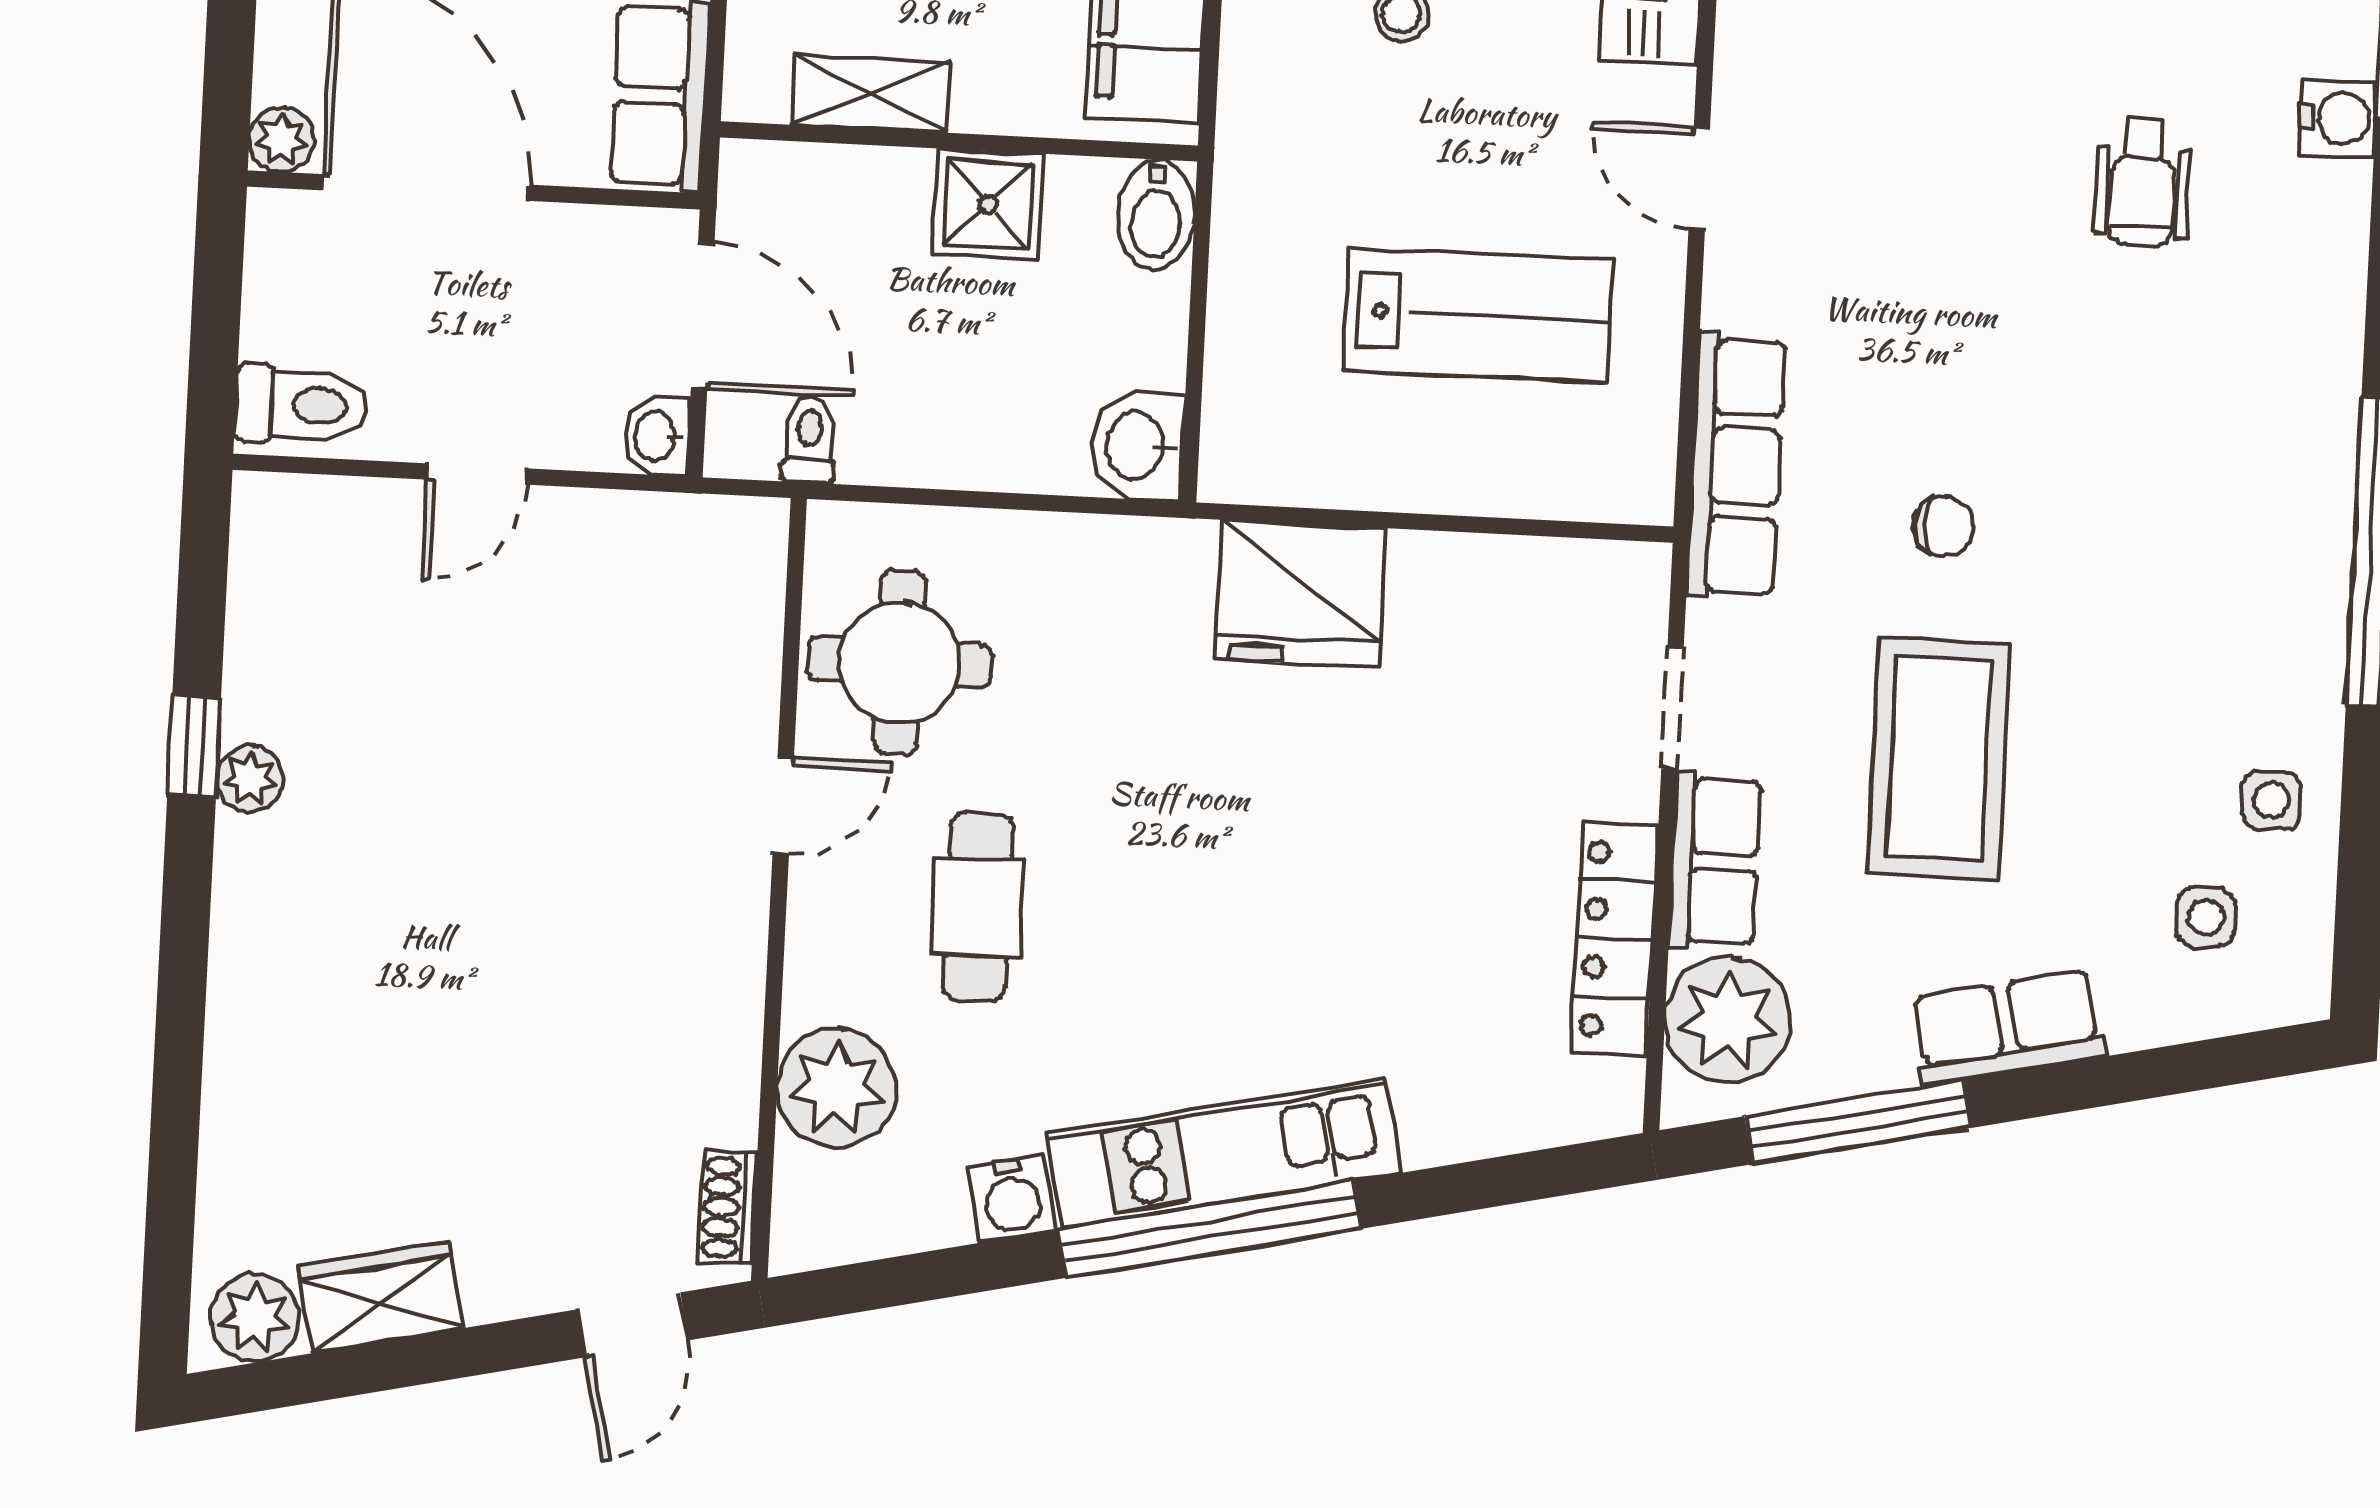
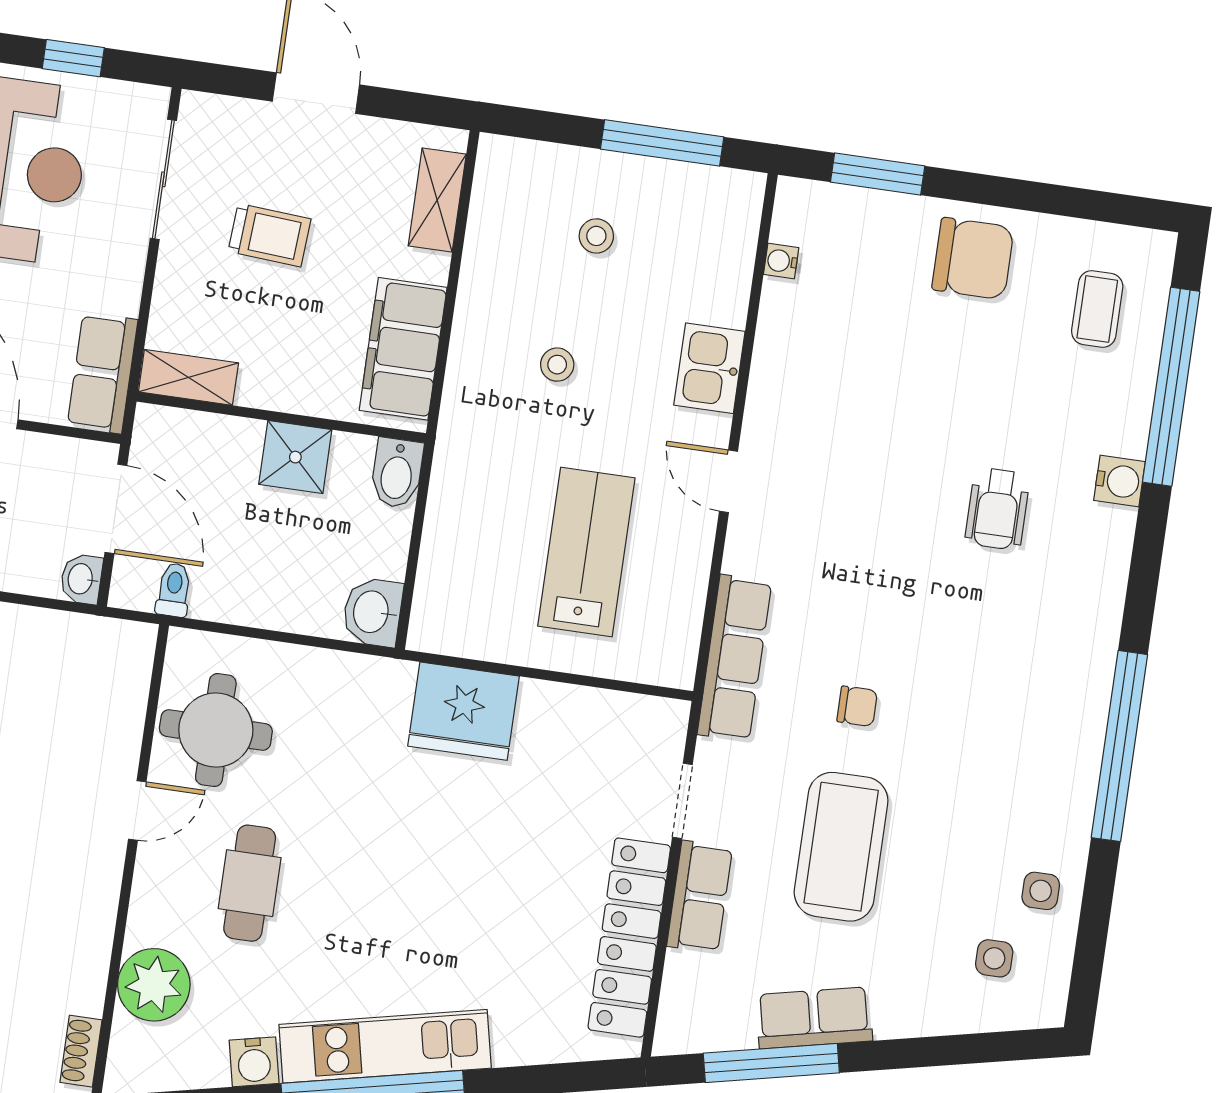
shelving: (871, 94) -> (188, 377), moved
lab bench: (1478, 315) -> (586, 552), turned -90
locker: (1614, 939) -> (629, 938), width x1.41, depth x1.21
plant: (1728, 1020) -> (698, 994), removed
row of seats: (2007, 1027) -> (814, 1018), moved

